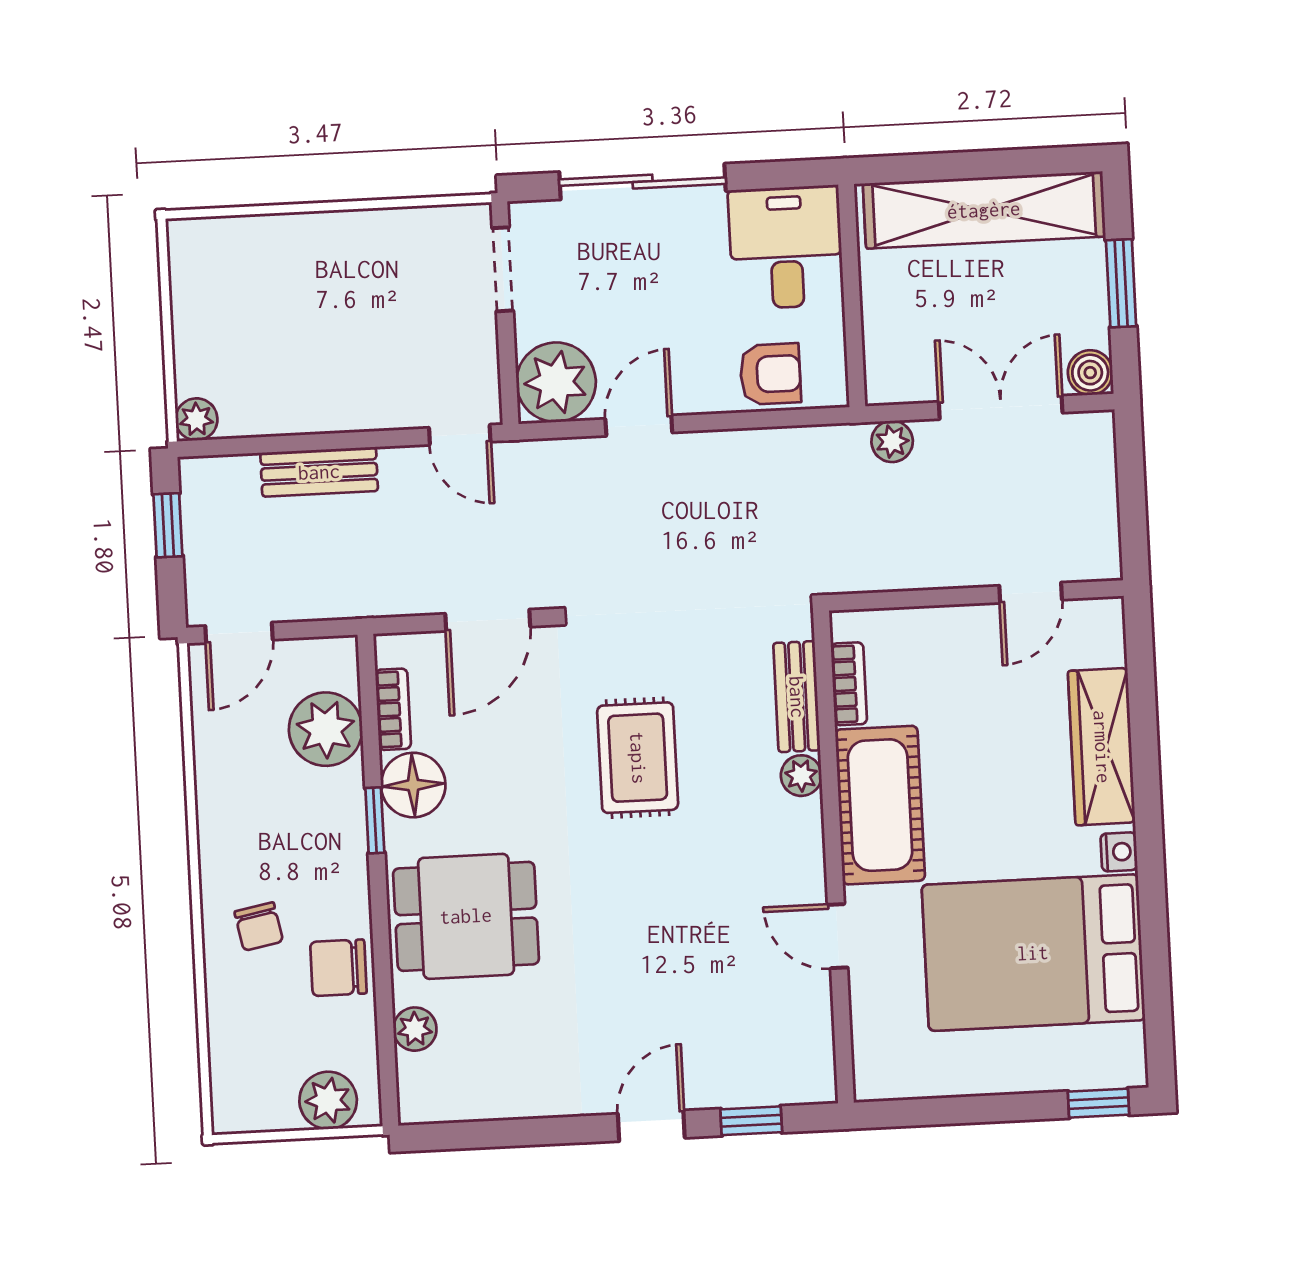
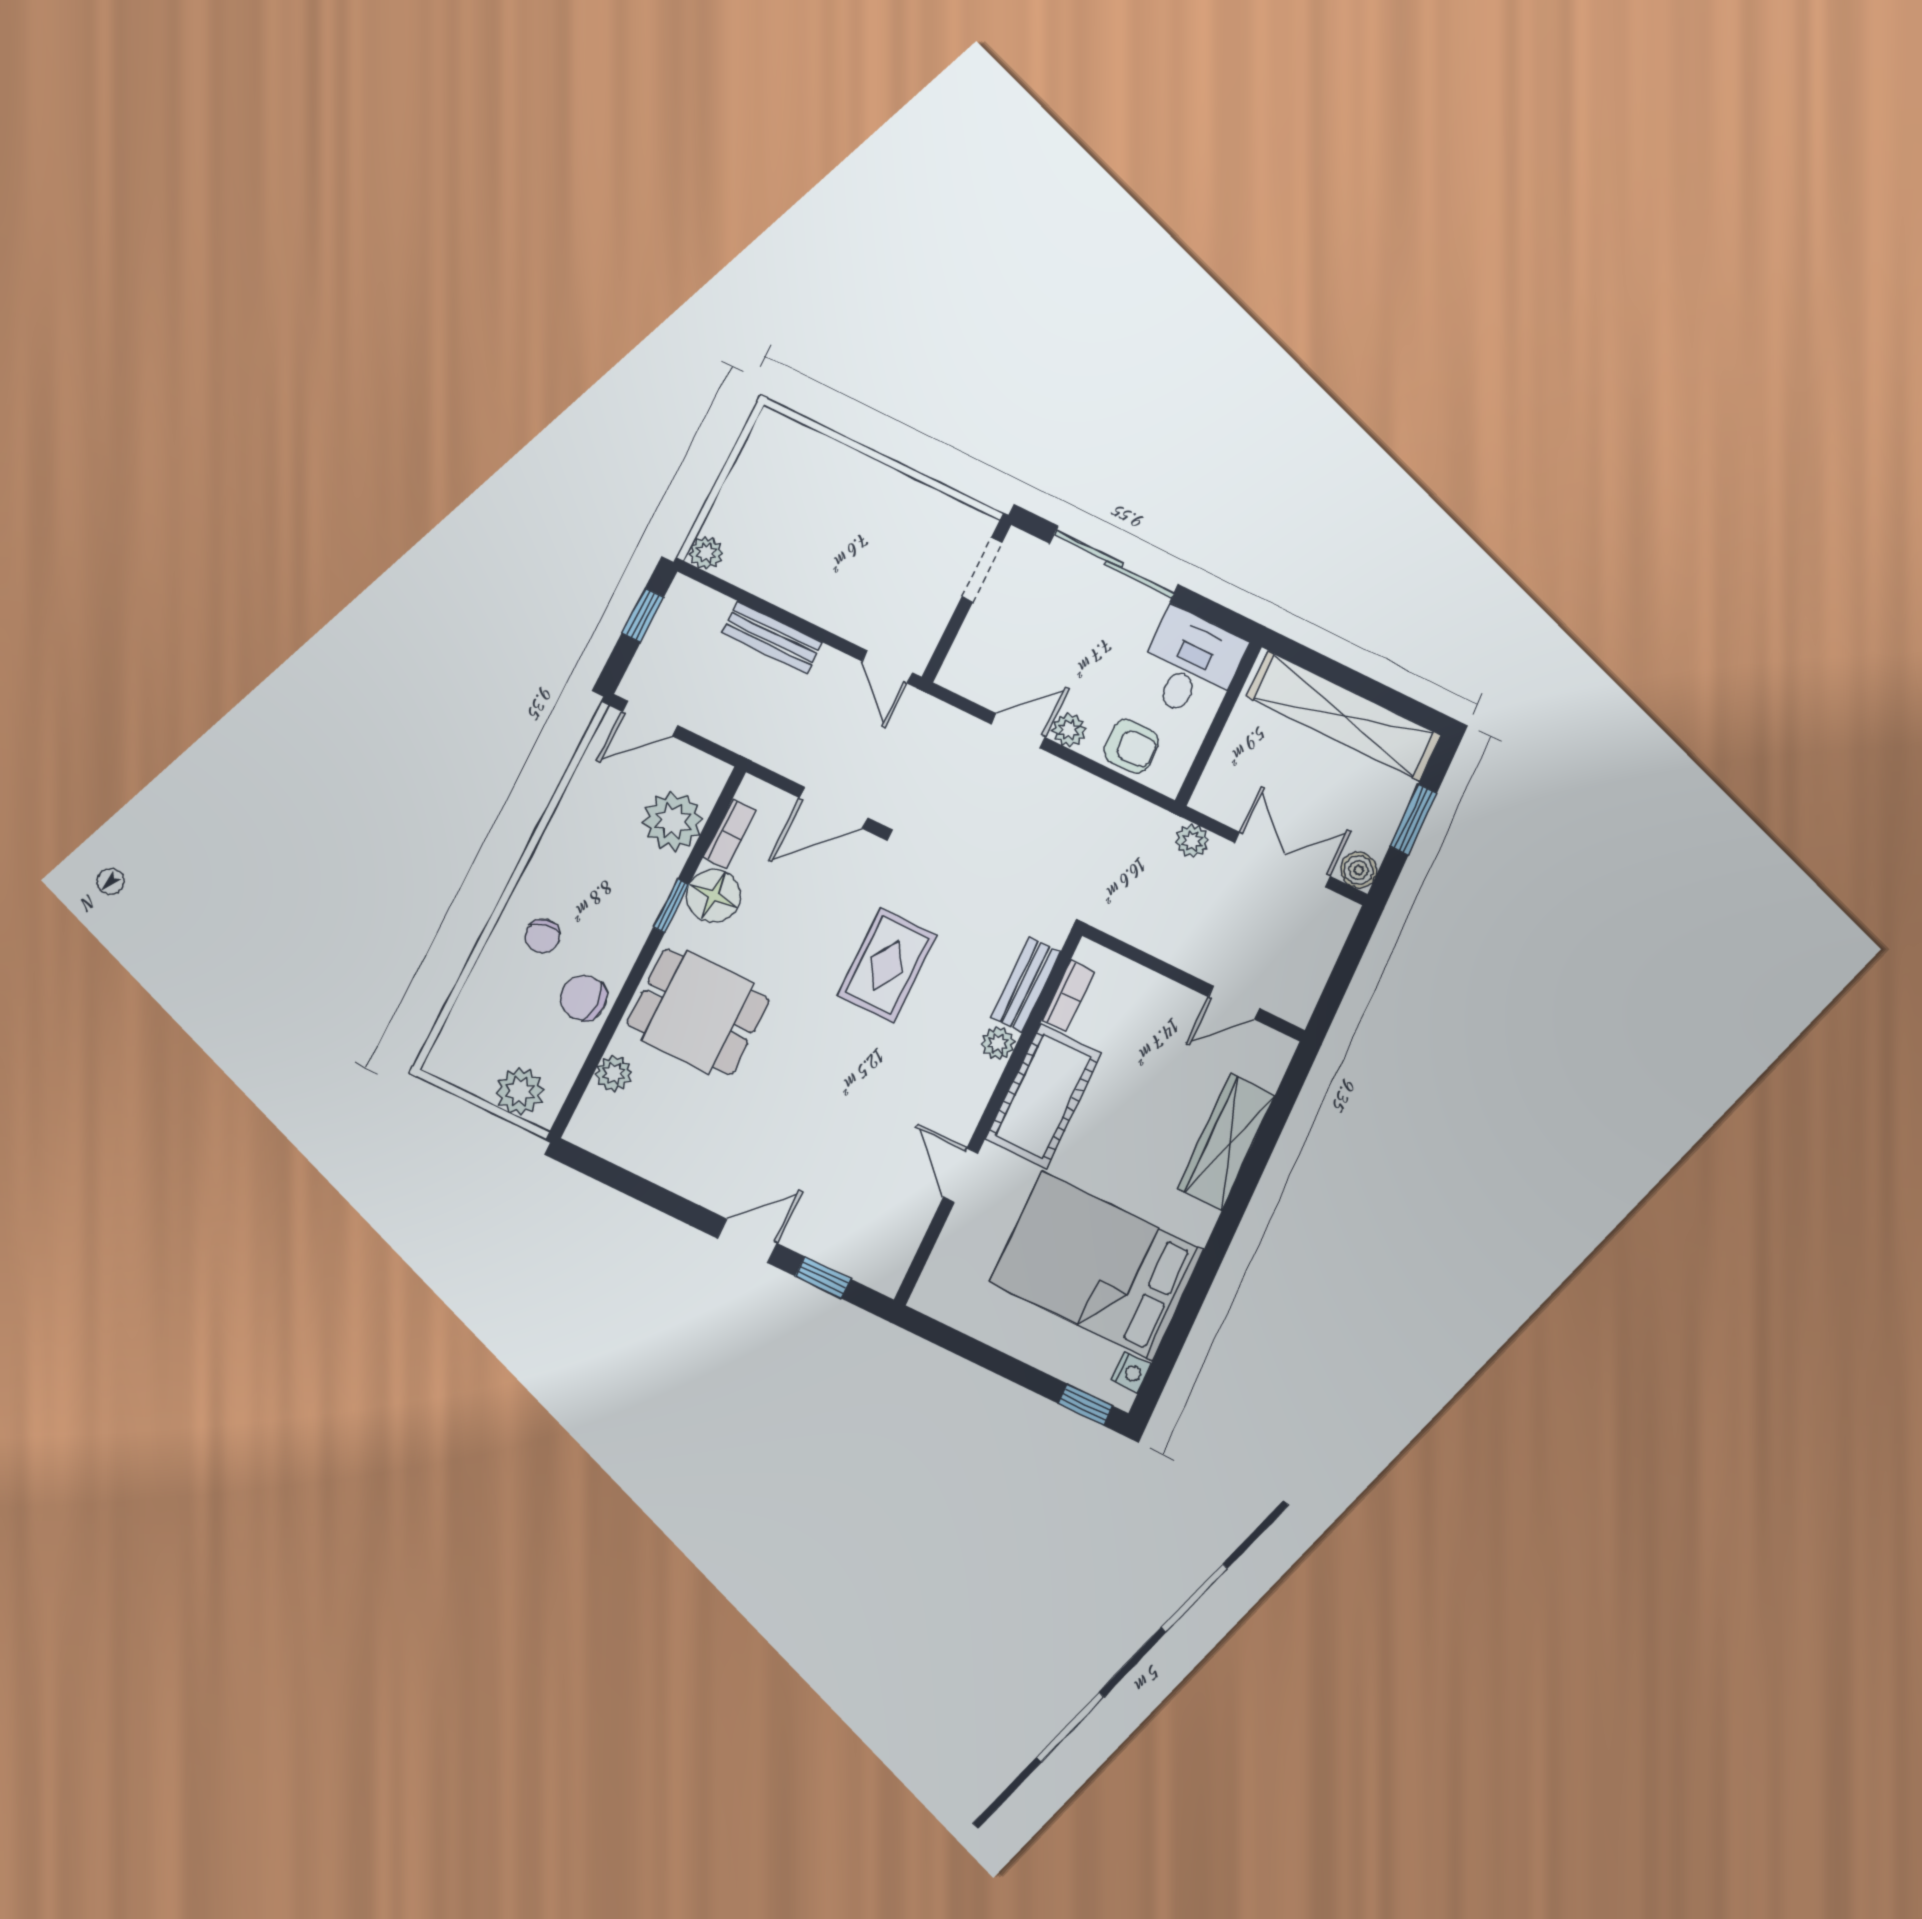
plant: (556, 382) -> (1069, 730), moved, width x0.53, depth x0.53
nightstand: (1119, 852) -> (1131, 1372), moved

